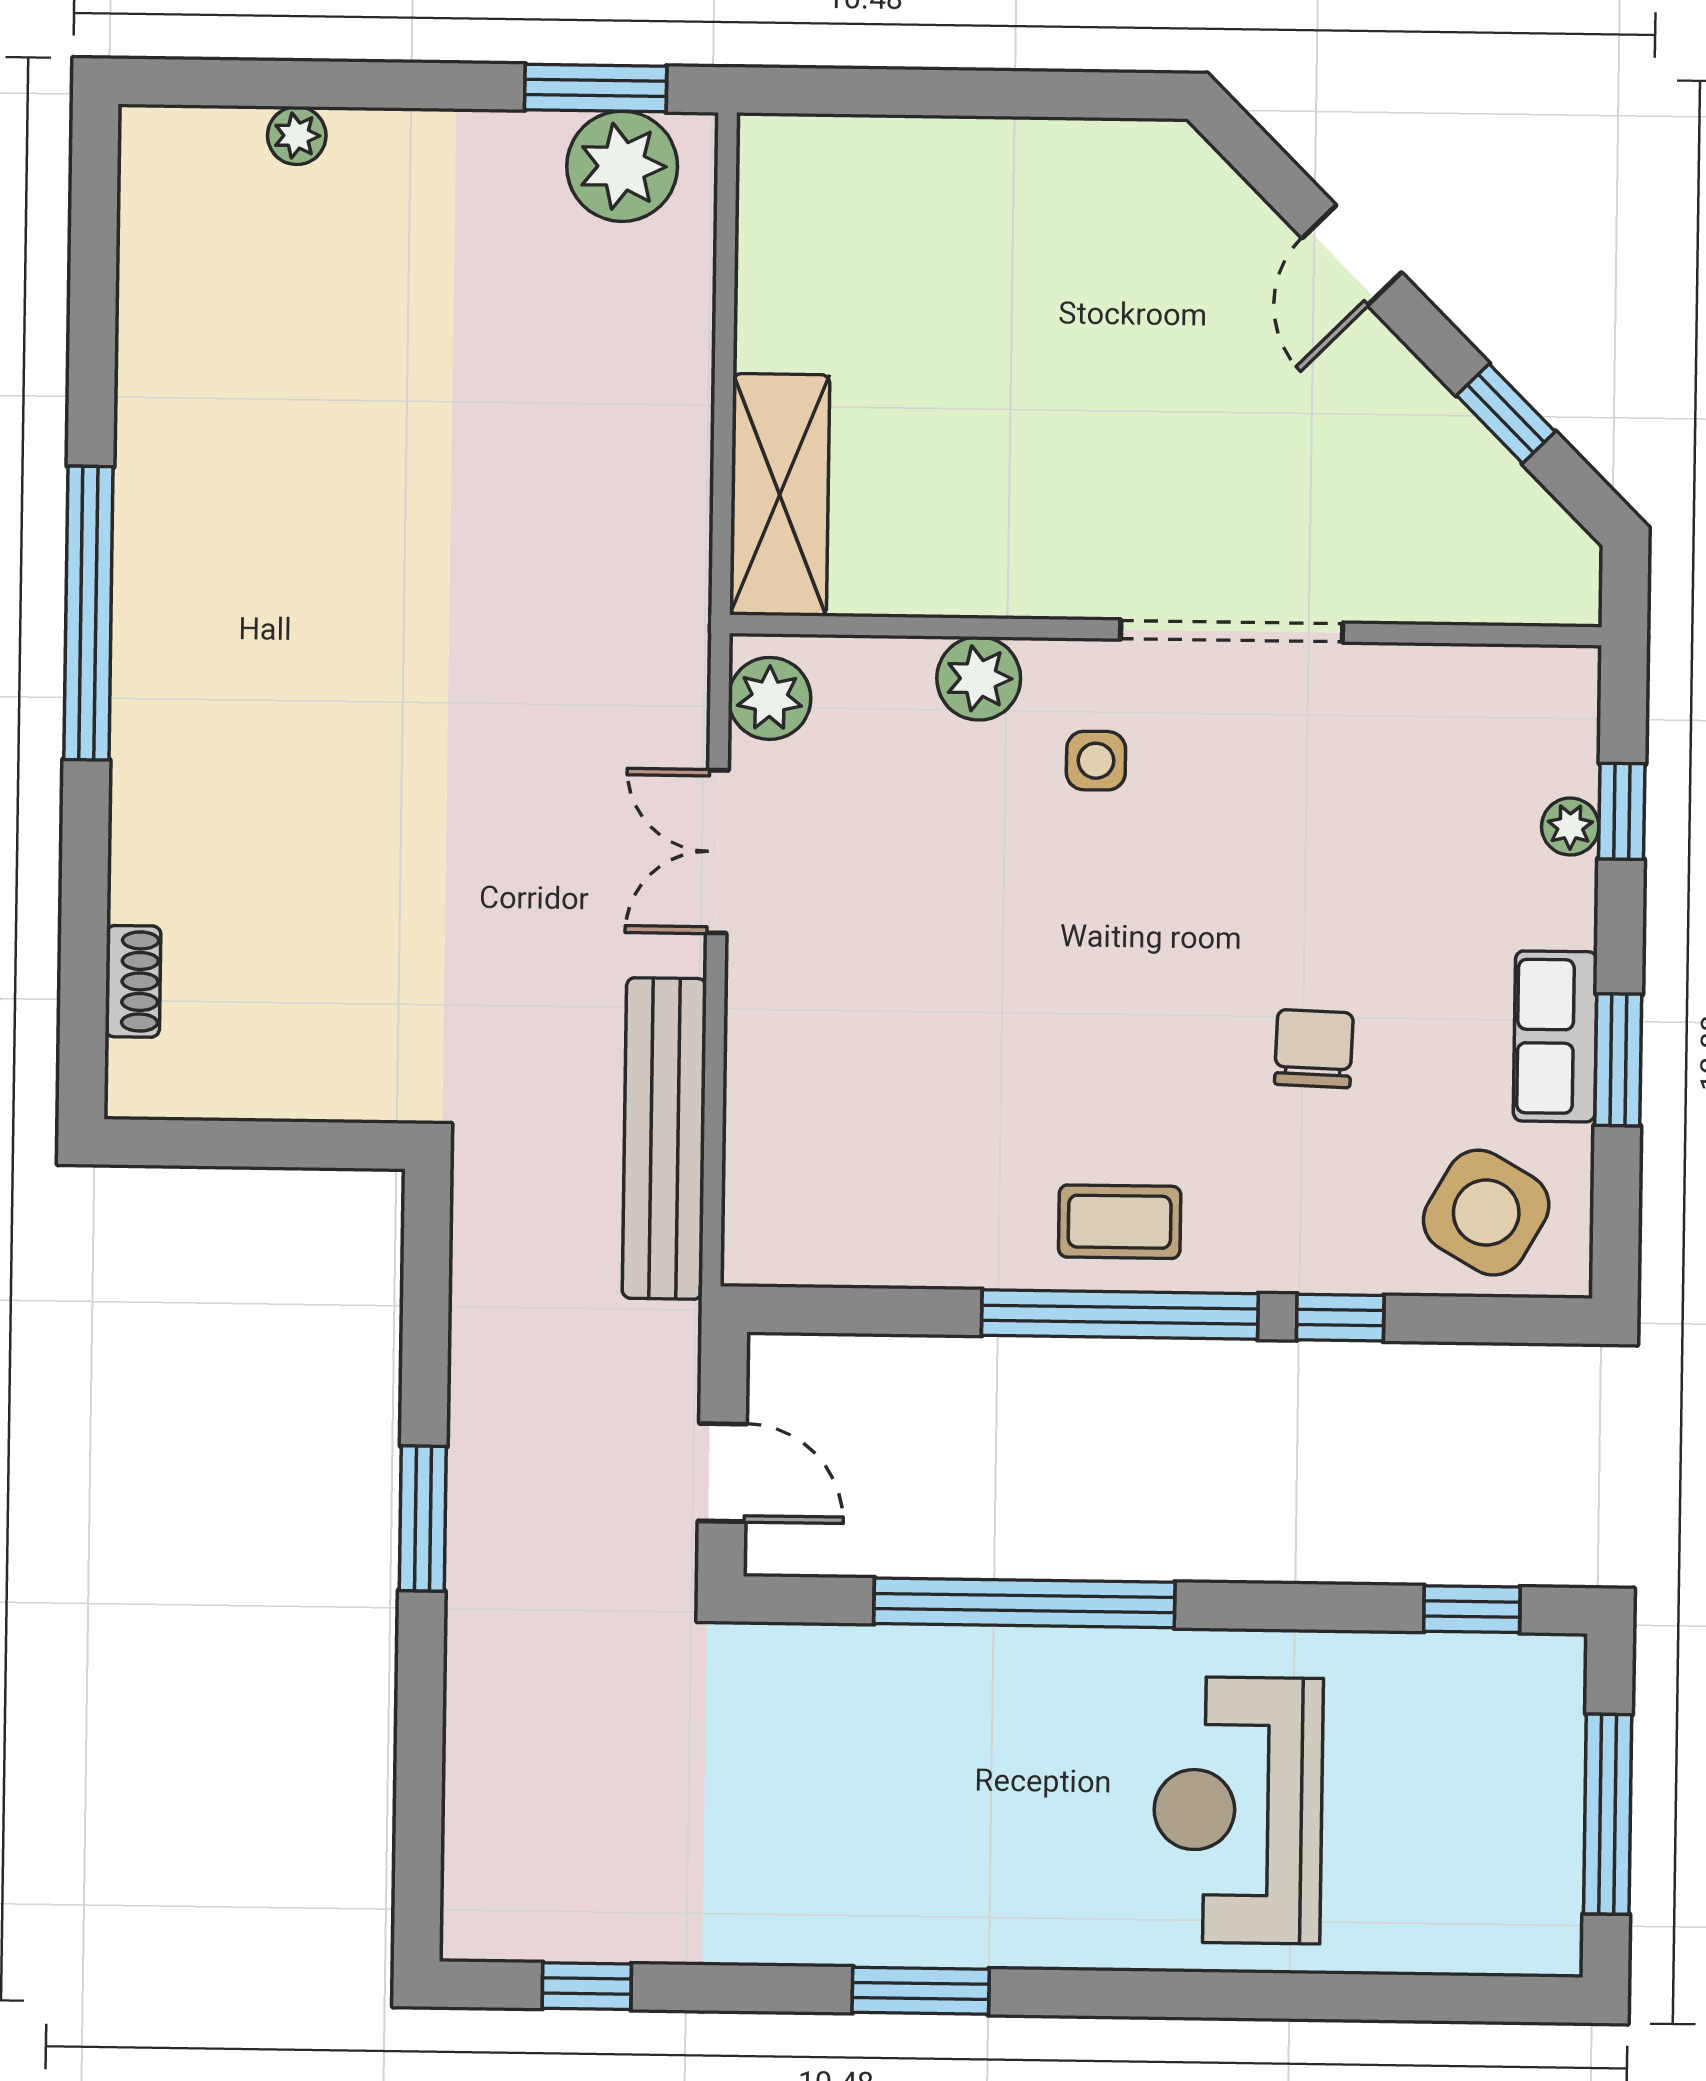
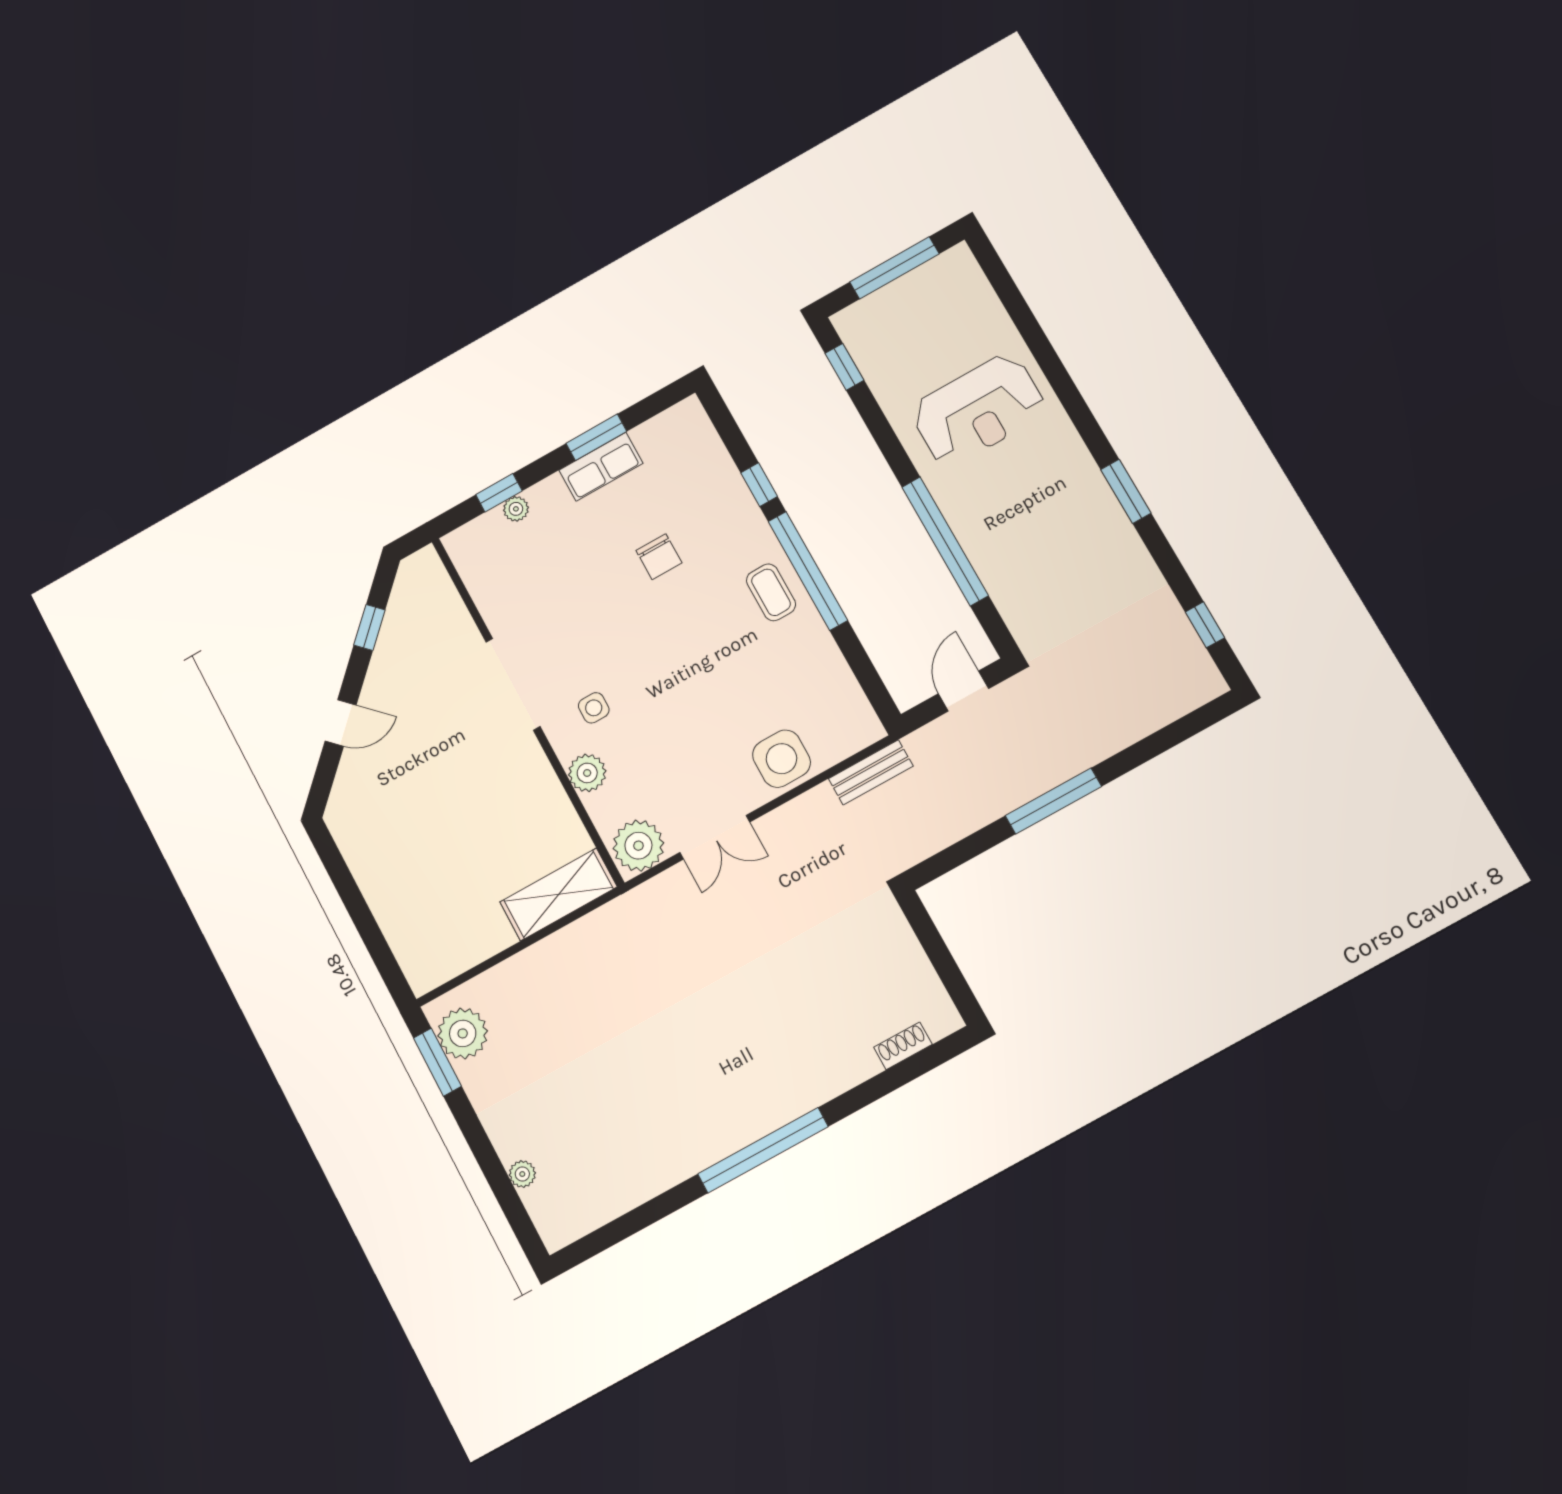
plant: (770, 698) -> (638, 846), width x1.36, depth x1.36
chair: (1314, 1049) -> (659, 557), turned -92
bench: (664, 1138) -> (871, 772), width x0.54, depth x0.82
side table: (1486, 1213) -> (781, 759), moved, turned -30
window: (423, 1518) -> (1053, 801), width x1.44

